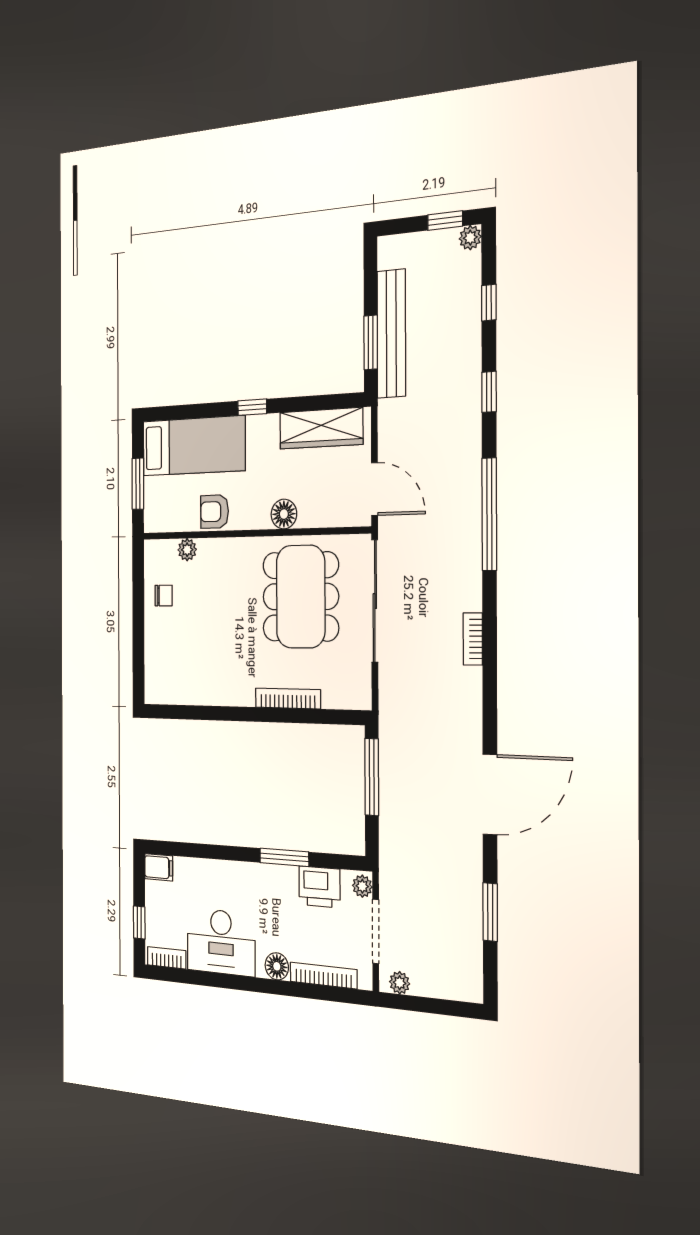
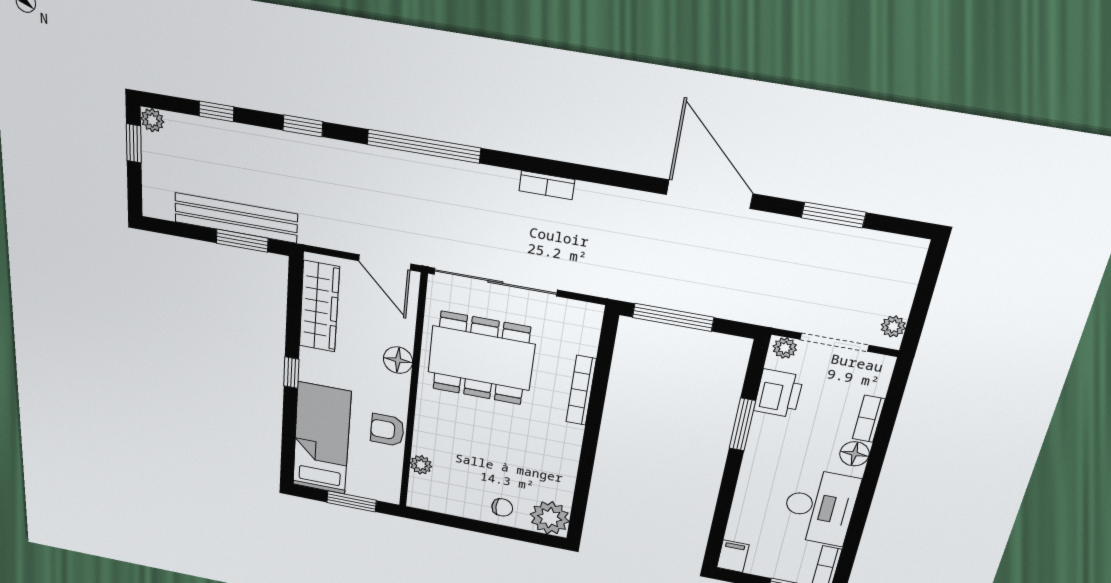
door: (375, 489) -> (385, 262), swing flipped
armchair: (215, 512) -> (387, 430), turned 90
chair: (164, 596) -> (502, 507), moved, turned 90
plant: (160, 685) -> (550, 518), added
bookcase: (323, 976) -> (869, 419), width x0.64

